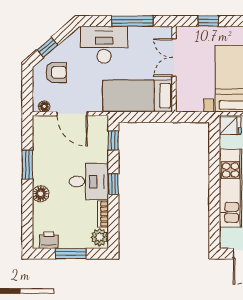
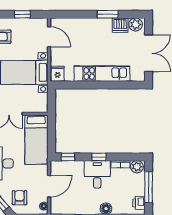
window: (71, 254) -> (149, 187), width x1.44

